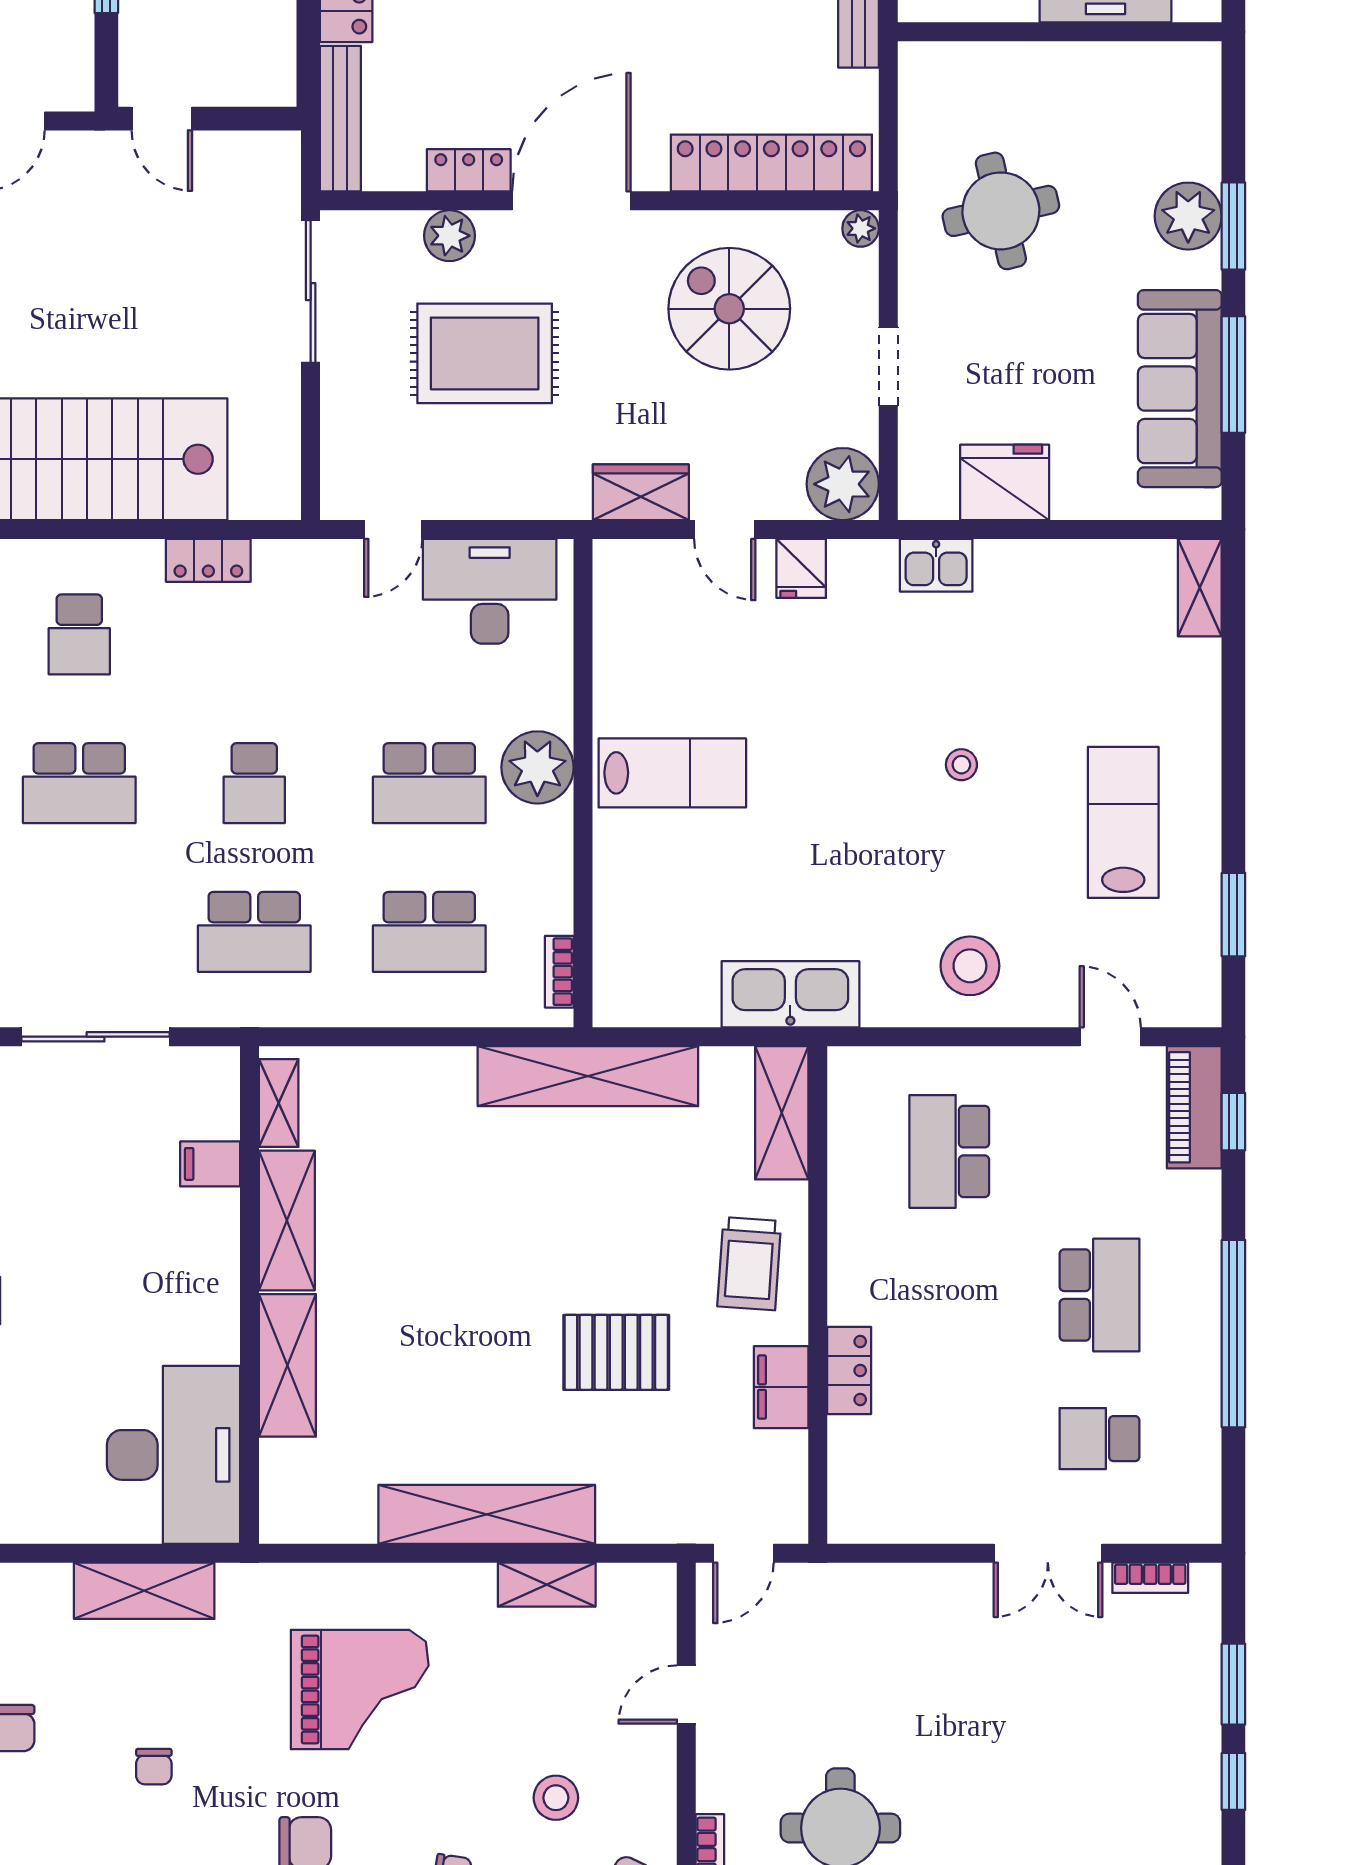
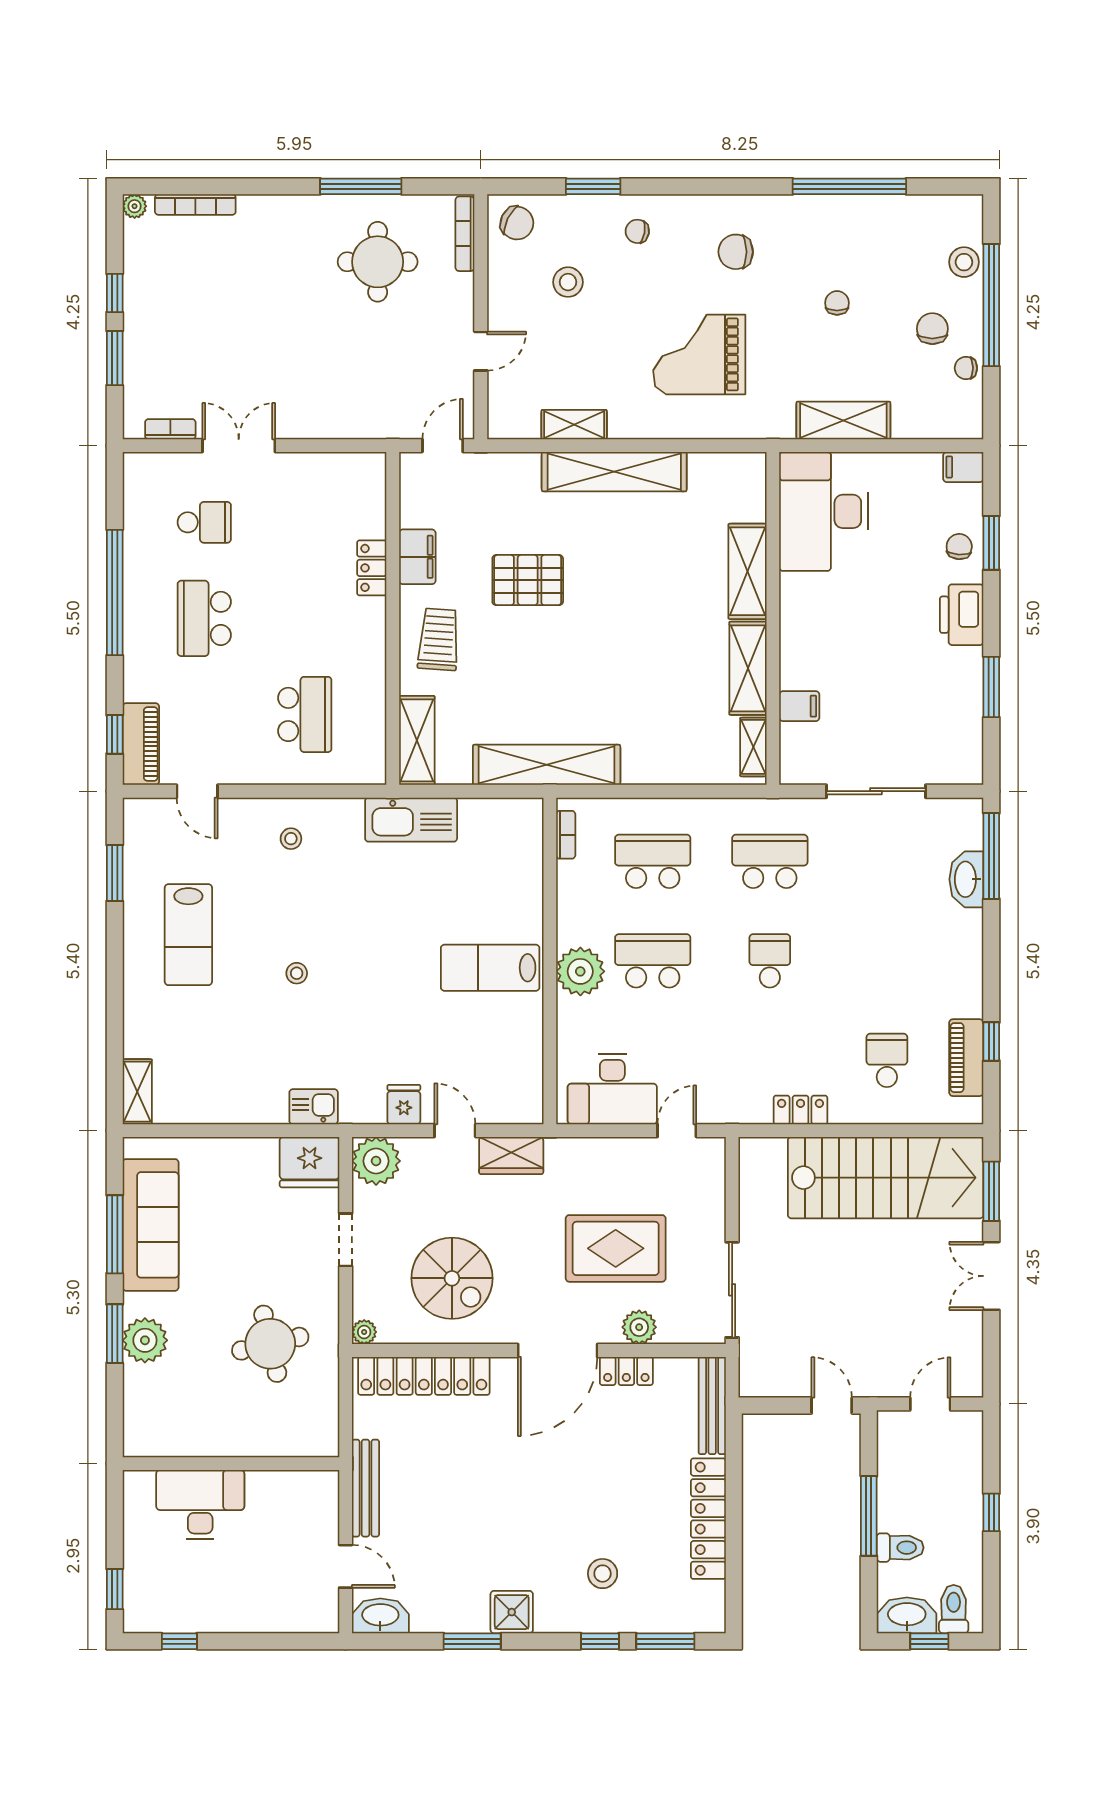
fridge: (1005, 482) -> (310, 1162), moved
school desk: (79, 783) -> (887, 961), removed
stool: (970, 966) -> (291, 839), width x0.53, depth x0.53

